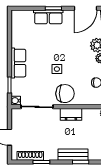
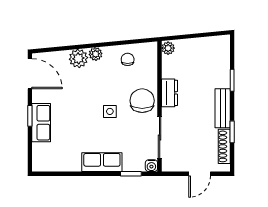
bench: (73, 155) -> (223, 108), moved

